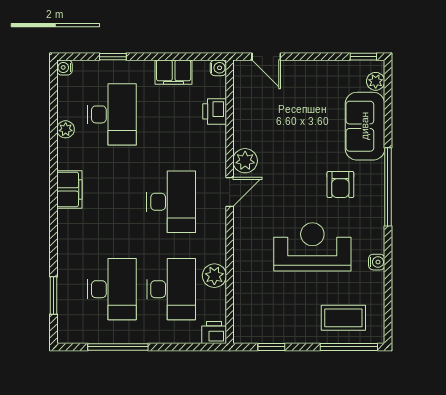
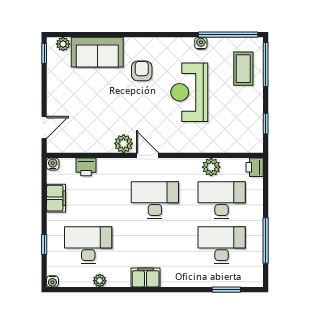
armchair: (340, 185) -> (142, 71), turned -90
window: (388, 187) -> (228, 35), moved

